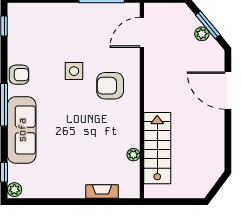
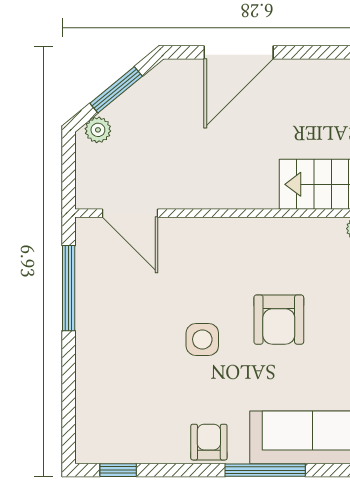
plant: (202, 34) -> (98, 130), moved
armchair: (110, 86) -> (279, 320), moved

